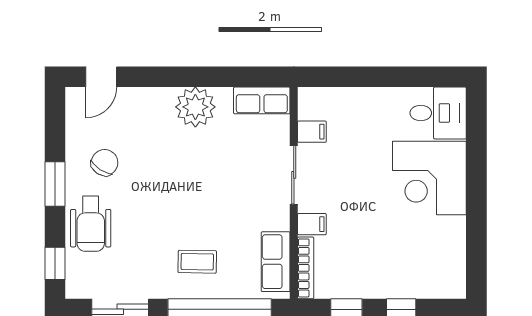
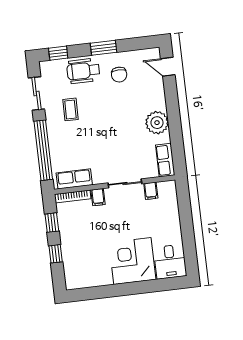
chair: (105, 163) -> (119, 75), turned 57
coffee table: (197, 262) -> (70, 109), moved

